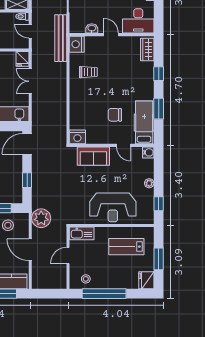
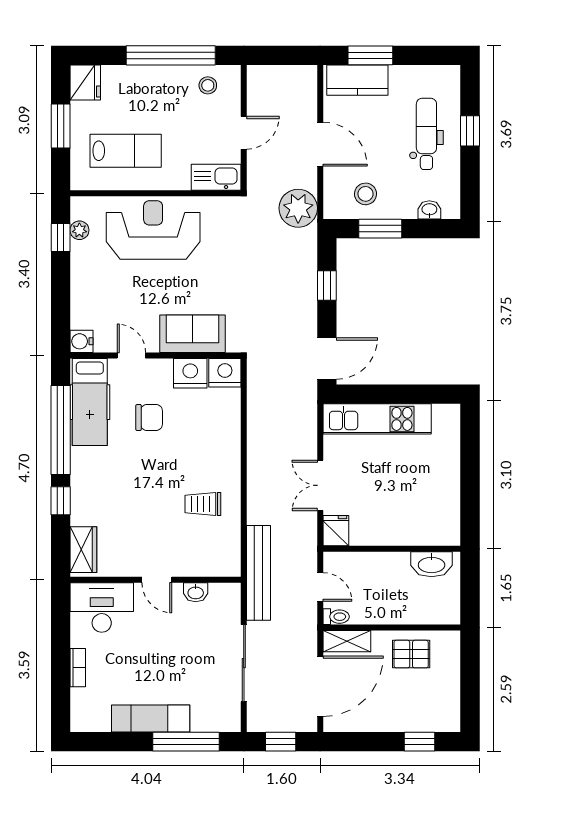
nightstand: (77, 44) -> (190, 373), moved, turned -90
double door: (30, 81) -> (320, 485), swing flipped
window: (159, 109) -> (61, 430), width x2.11
plant: (149, 183) -> (79, 230), moved

